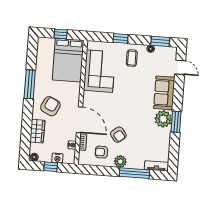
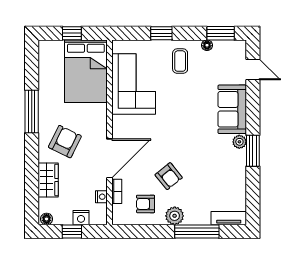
plant: (163, 119) -> (239, 142), width x0.53, depth x0.53
door: (80, 120) -> (109, 158), hinge flipped

